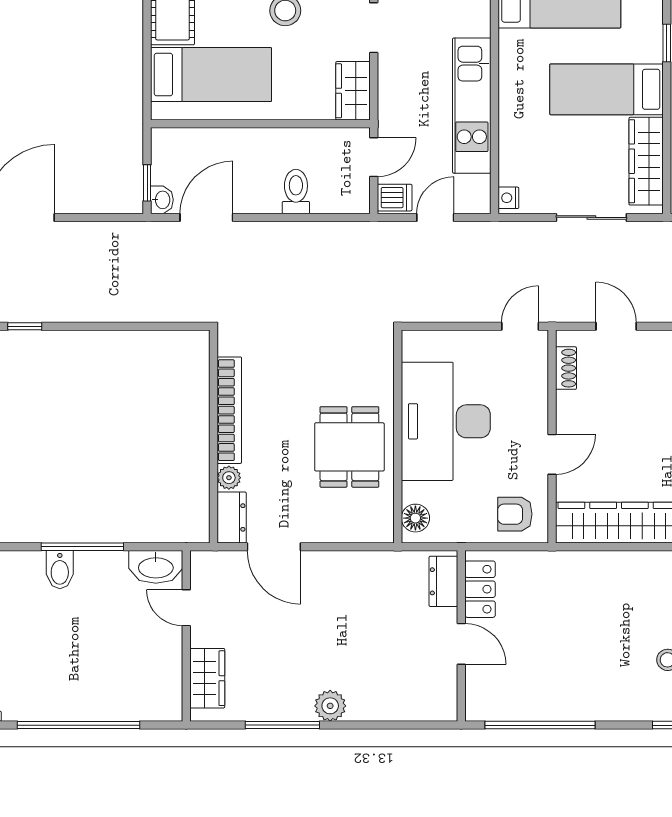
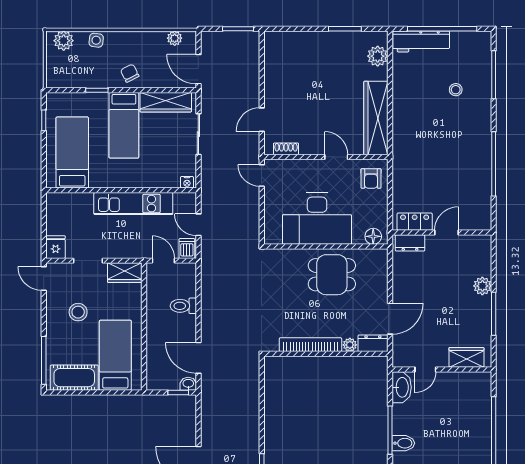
dresser: (443, 581) -> (410, 243), moved
locker: (480, 589) -> (415, 222), moved
wall: (461, 636) -> (442, 233), moved
door: (461, 644) -> (446, 233), moved

